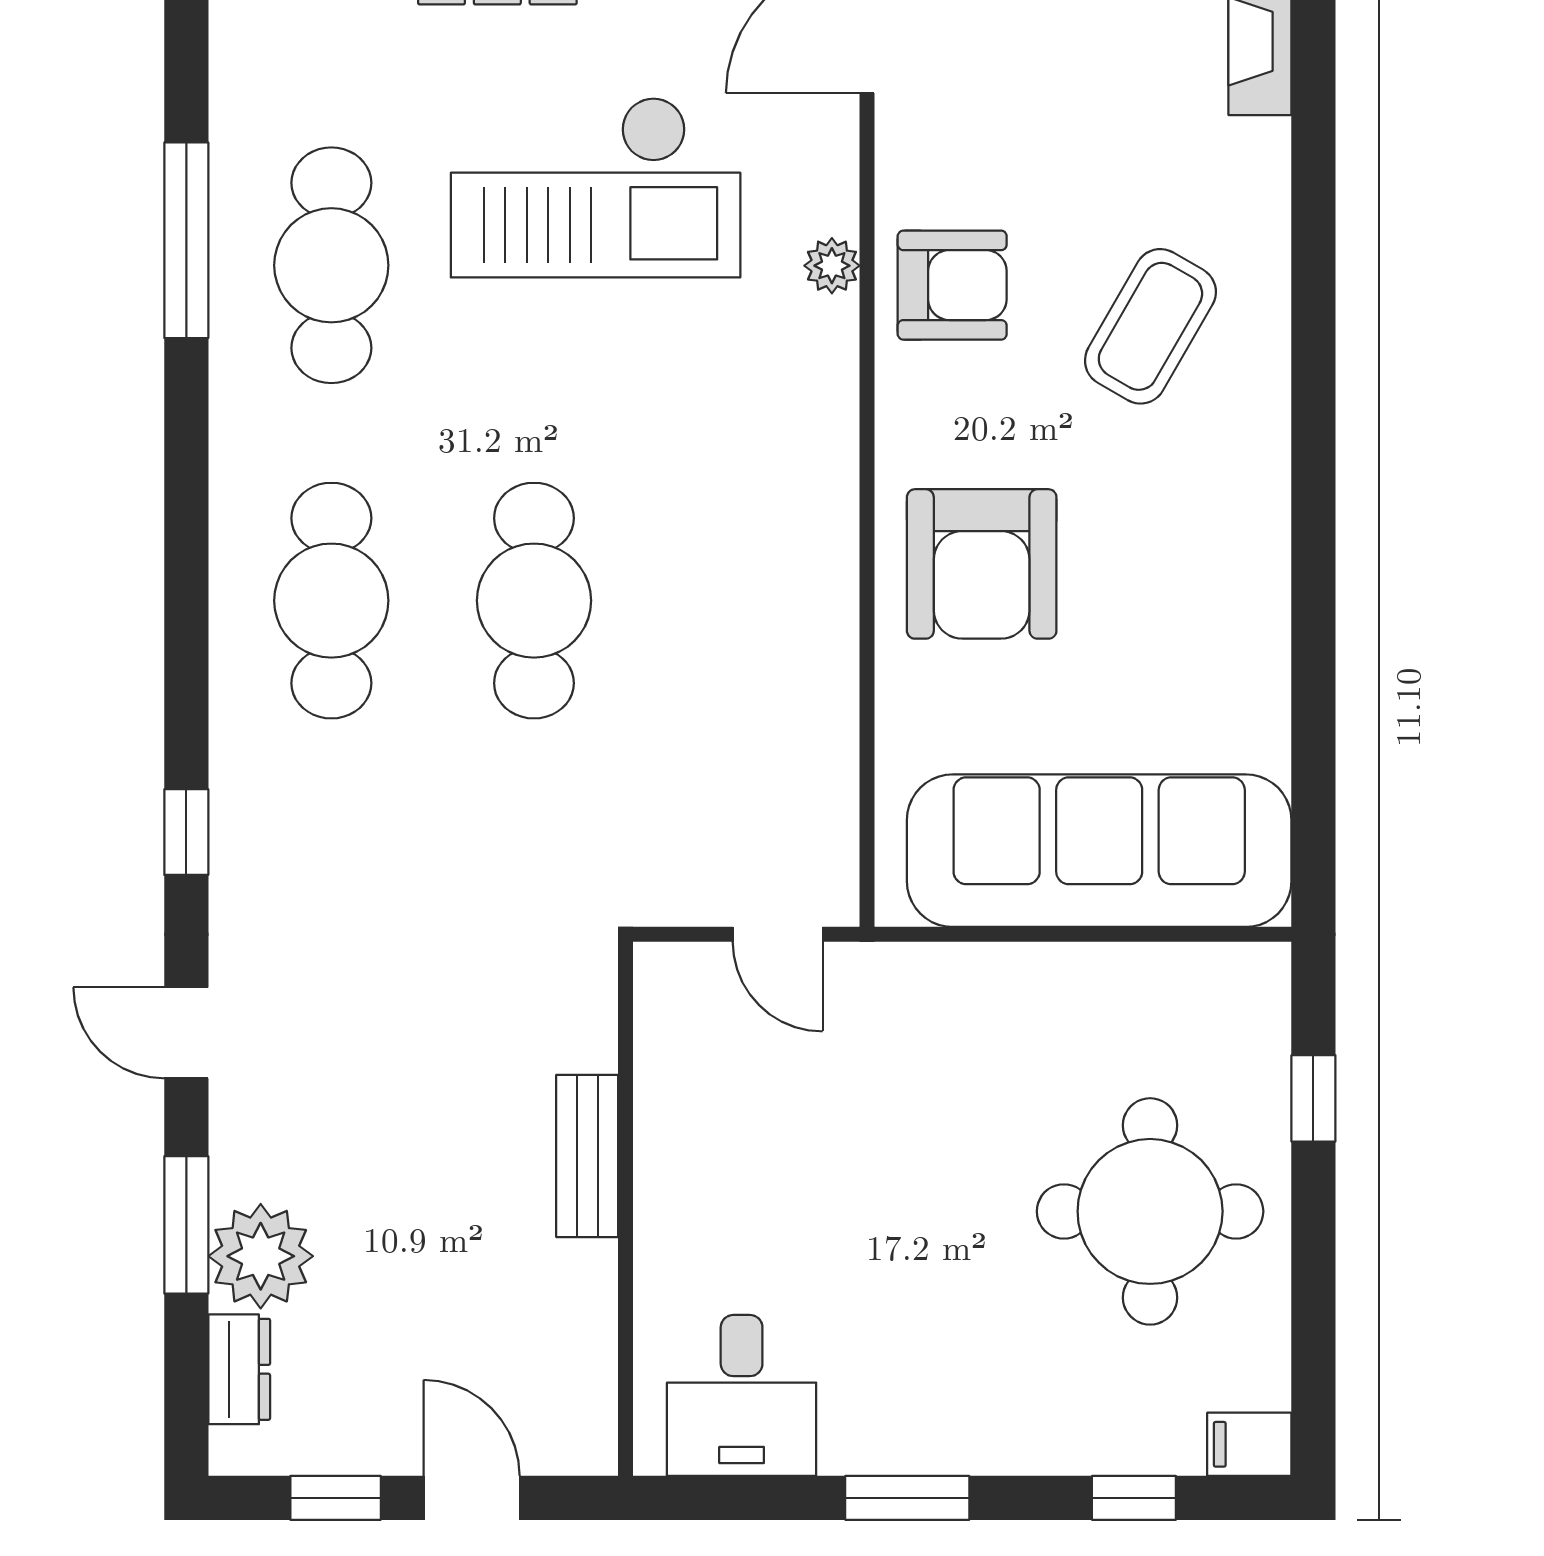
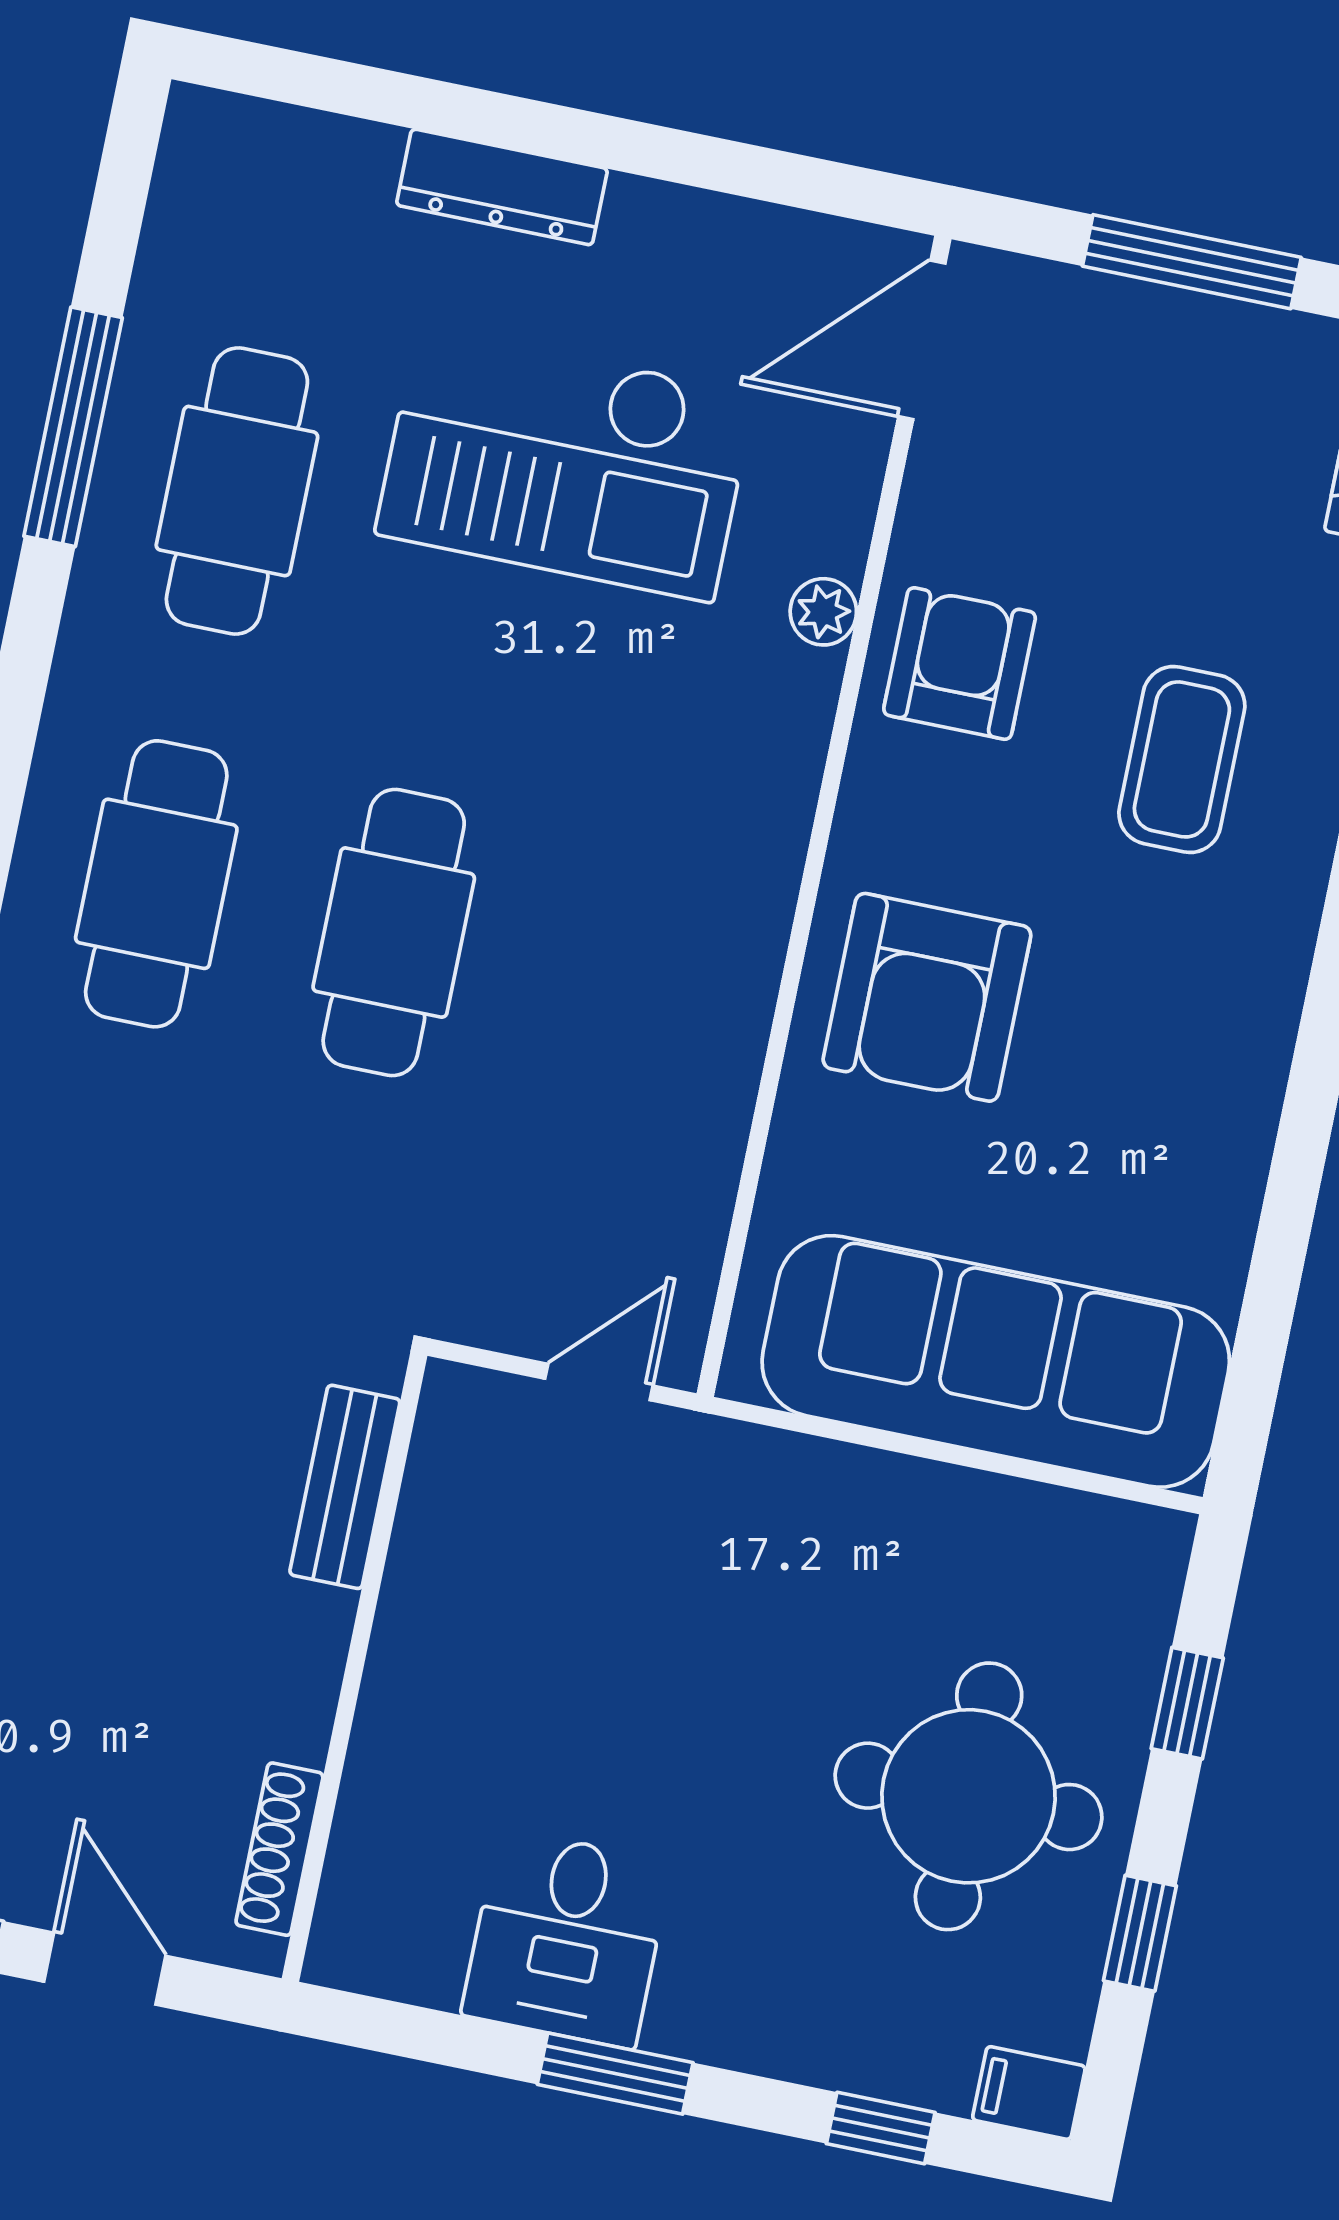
armchair: (952, 285) -> (960, 664), turned -90
coffee table: (1150, 326) -> (1182, 759), turned -30
door: (778, 934) -> (599, 1382), swing flipped
bench: (587, 1156) -> (345, 1487), moved
window: (1313, 1295) -> (1140, 1933), added
shoe rack: (595, 1371) -> (279, 1849), added
desk: (742, 1395) -> (567, 1938), moved

